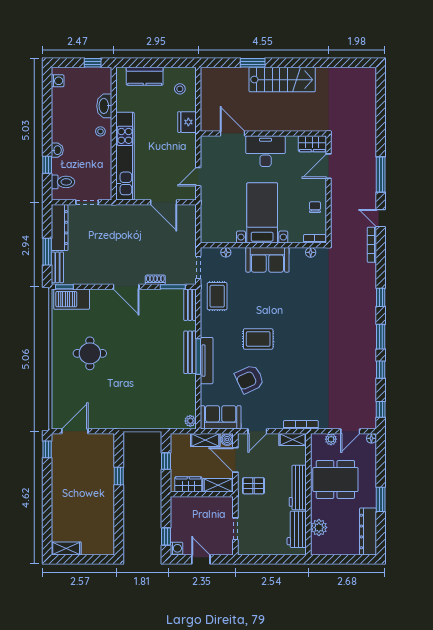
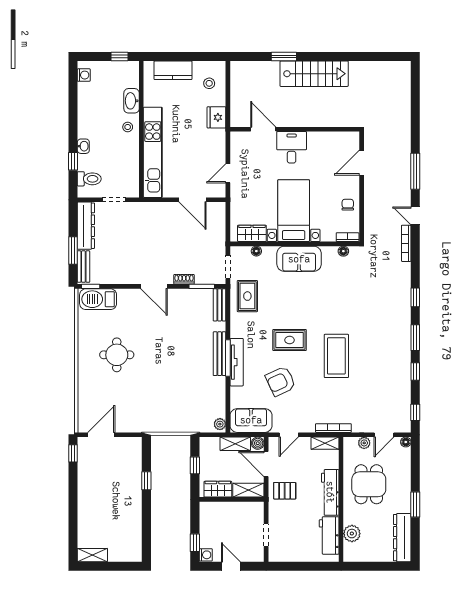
wardrobe: (312, 144) -> (252, 233), moved, turned 180
desk: (266, 151) -> (292, 147), width x0.73
coffee table: (304, 354) -> (336, 356), added
dining table: (335, 479) -> (369, 484), width x0.73

